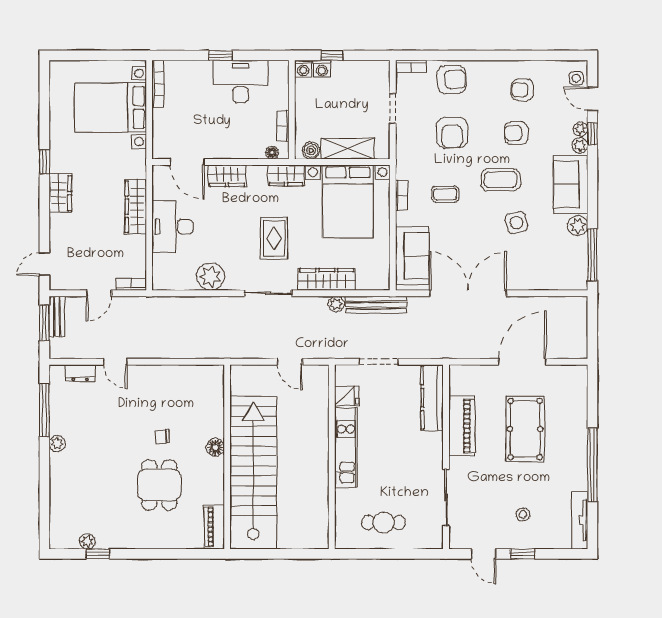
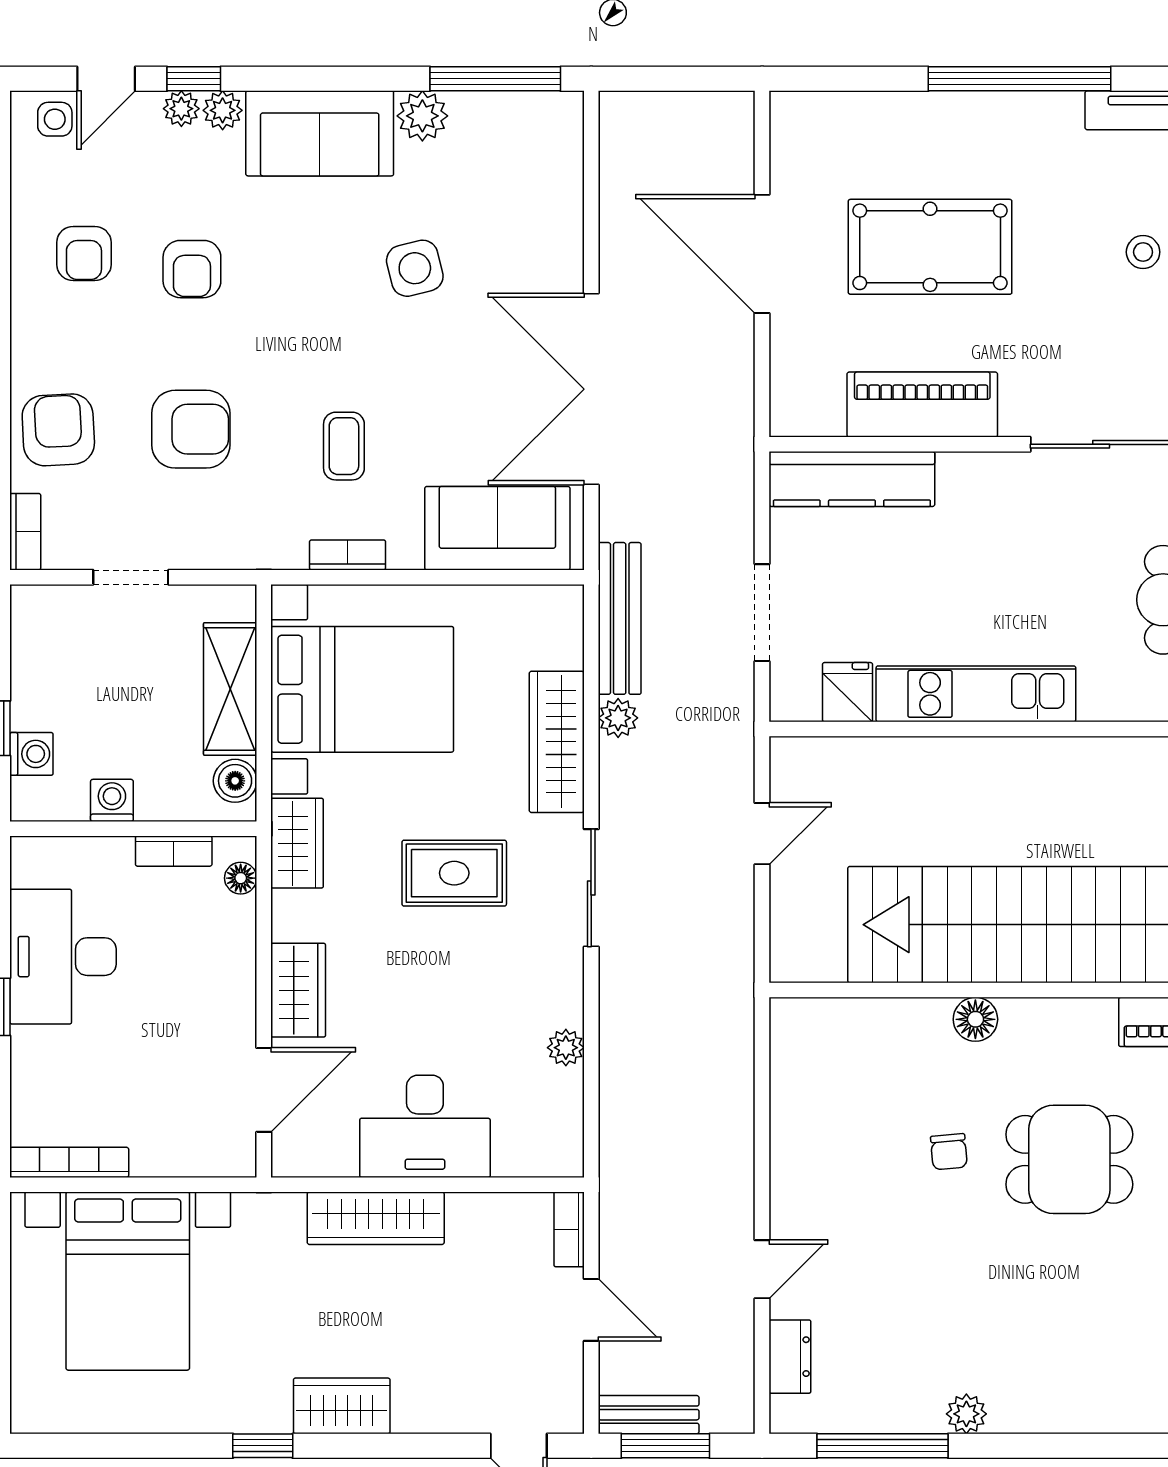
washing machine: (303, 69) -> (112, 800), moved, turned -90
coffee table: (501, 180) -> (308, 308), removed
plant: (210, 277) -> (566, 1048), width x0.53, depth x0.53

